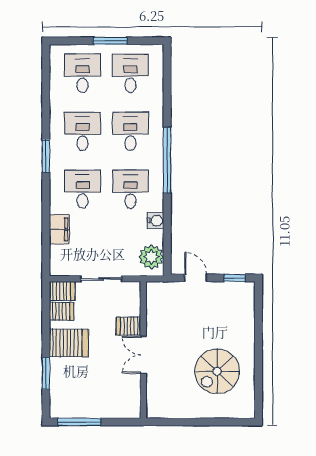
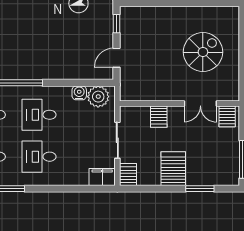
water cooler: (155, 221) -> (79, 93), moved
filing cabinet: (59, 229) -> (102, 177), moved
server rack: (61, 311) -> (227, 116), moved, turned 180
double door: (143, 355) -> (200, 103), moved
spiral stairs: (217, 371) -> (203, 52), moved, turned -90

